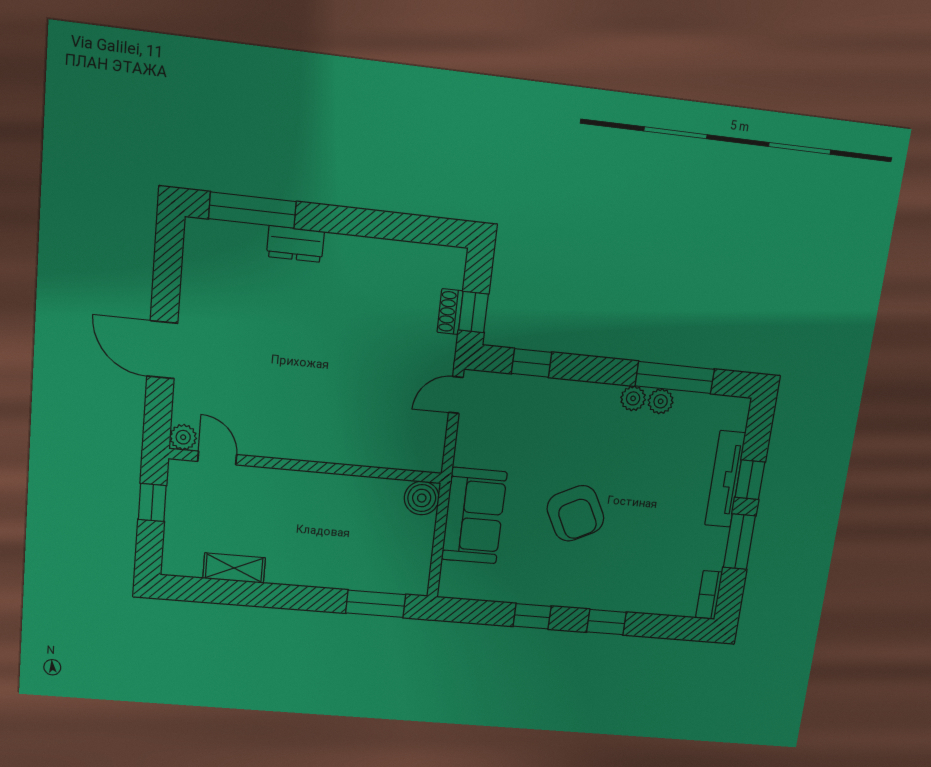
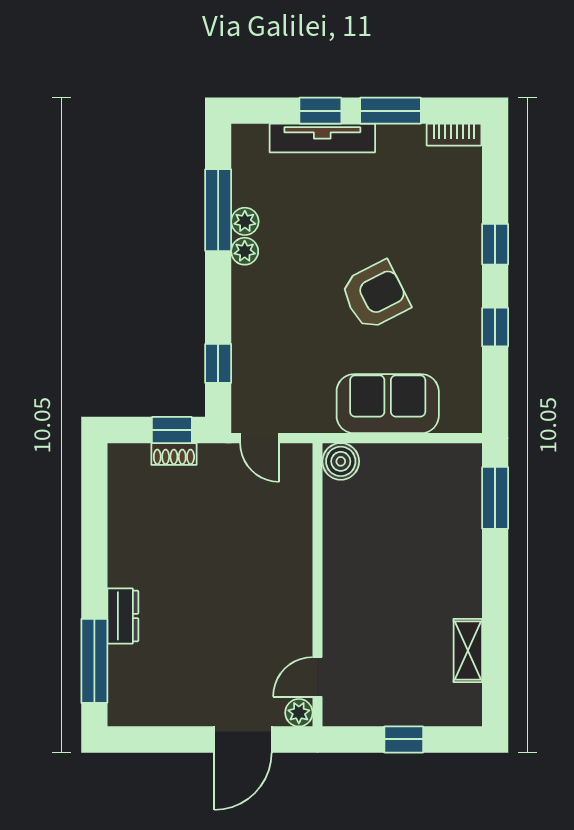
plant: (183, 437) -> (299, 713), moved
door: (217, 458) -> (317, 677), moved
wall: (307, 466) -> (317, 585), moved
boiler: (422, 498) -> (341, 461), moved

